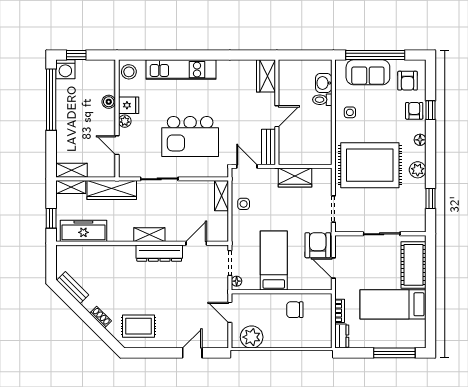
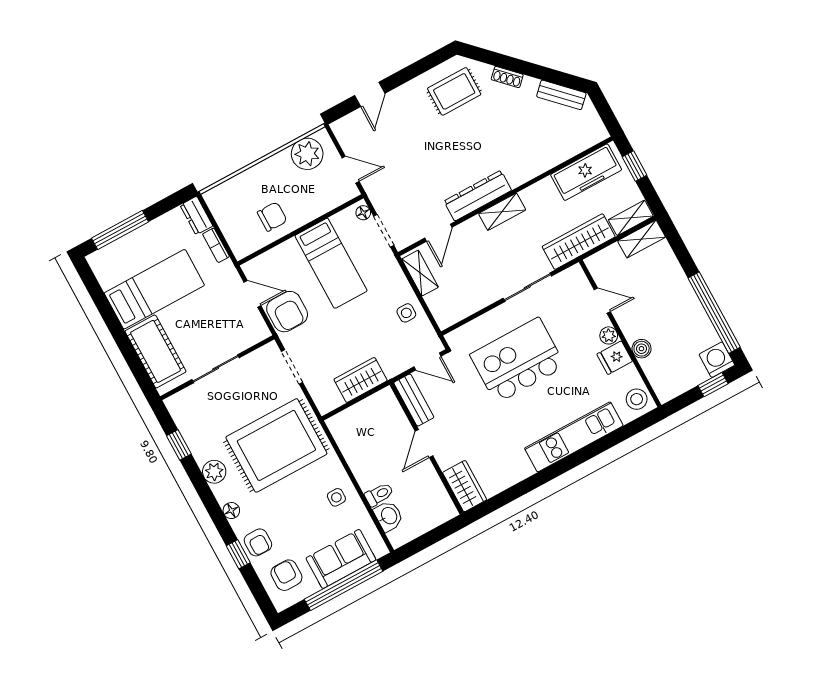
shelving: (221, 196) -> (420, 273), moved

